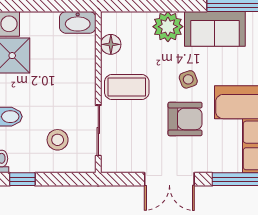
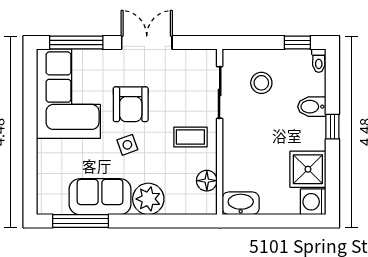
coffee table: (127, 87) -> (190, 137), width x0.73, depth x0.77
armchair: (185, 119) -> (131, 104), turned -90

